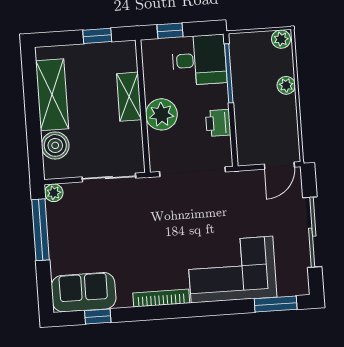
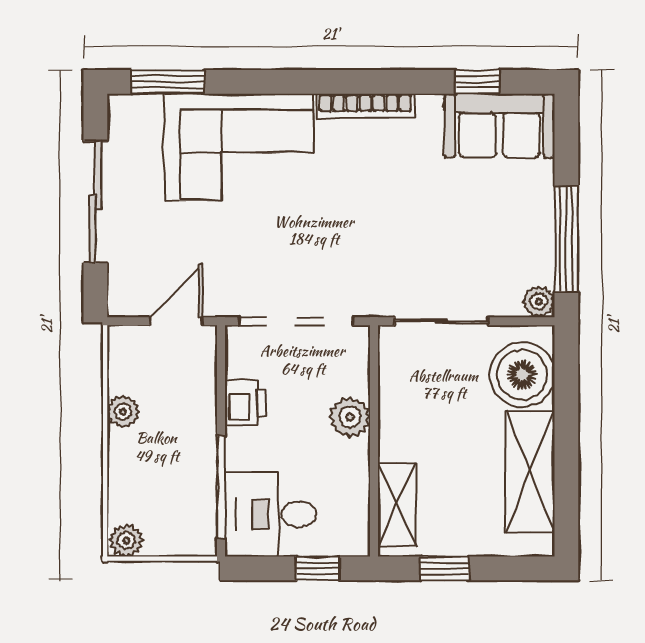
plant: (286, 85) -> (123, 412), moved
shelving: (129, 97) -> (397, 505), moved
plant: (161, 114) -> (350, 417), width x0.73, depth x0.73
boiler: (55, 145) -> (522, 375), width x1.37, depth x1.37
door: (279, 166) -> (176, 321), moved

